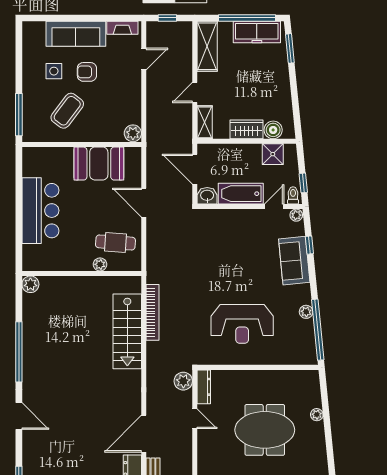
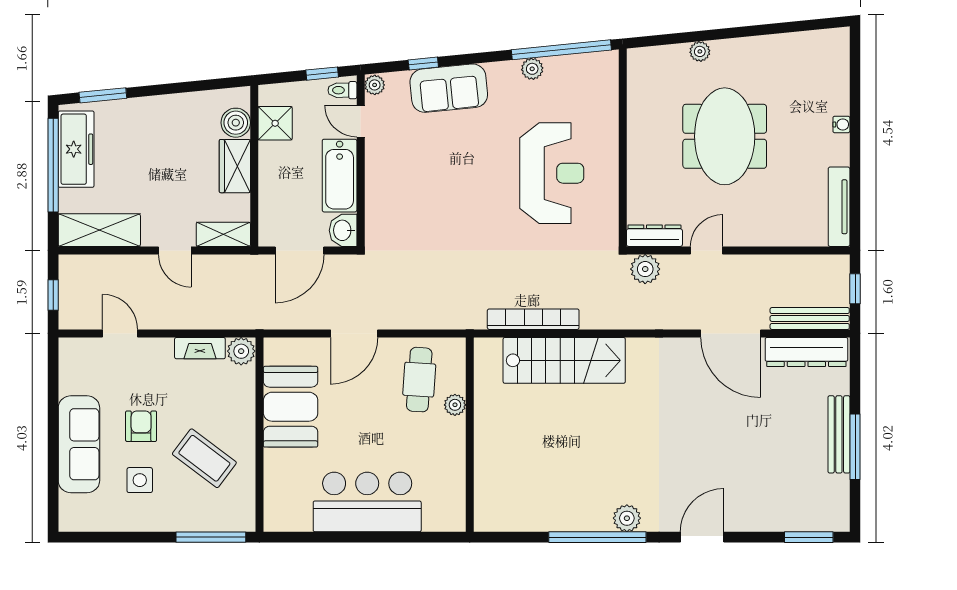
fireplace: (122, 28) -> (200, 348), moved, turned 90
armchair: (87, 72) -> (141, 426), turned 180
plant: (30, 284) -> (627, 518), moved

